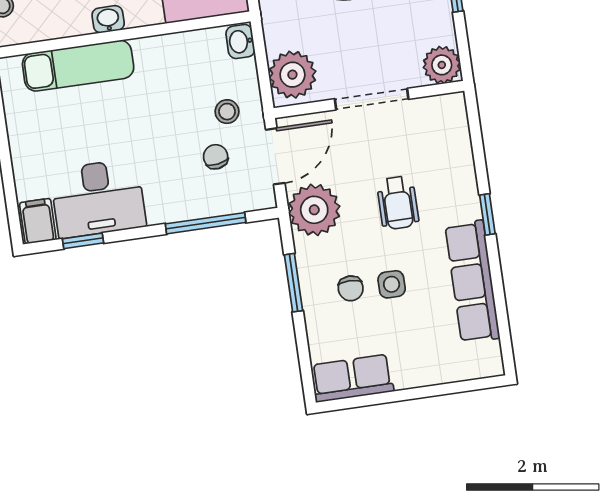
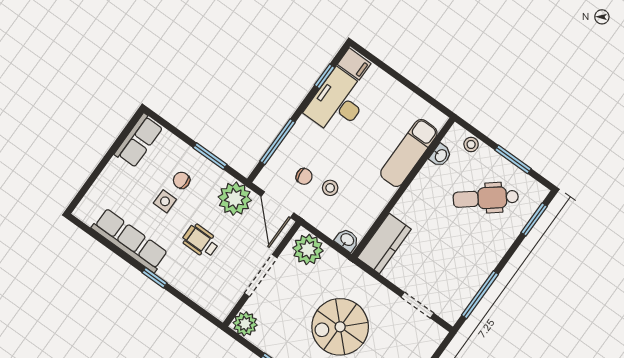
washbasin: (108, 19) -> (441, 155), moved
stool: (227, 112) -> (330, 188), moved

